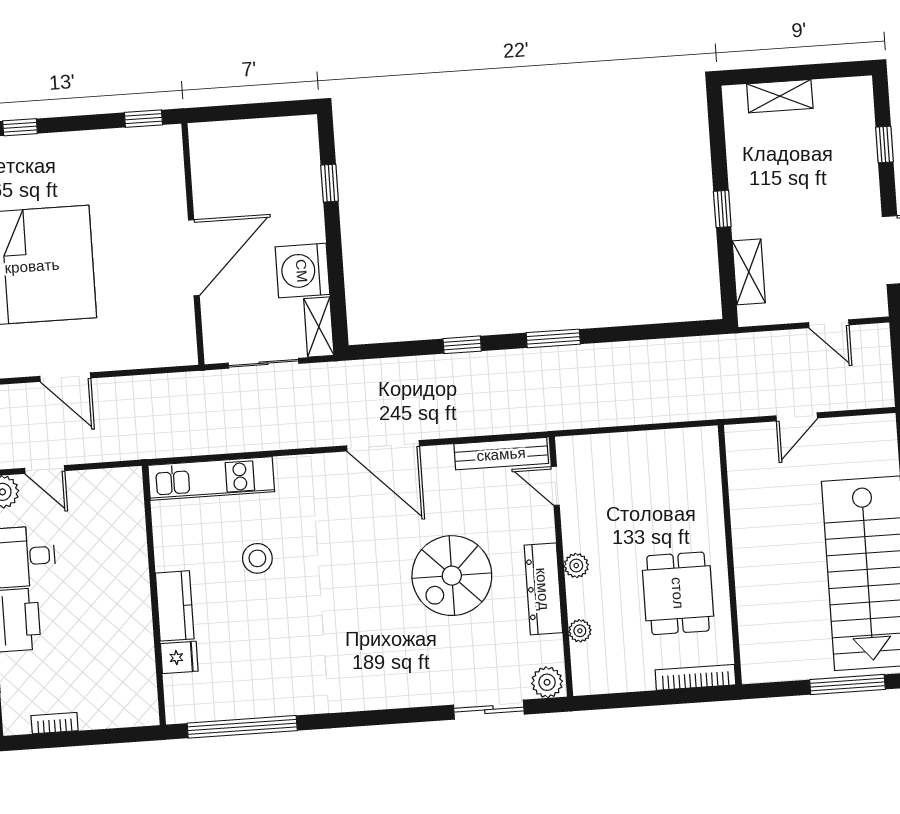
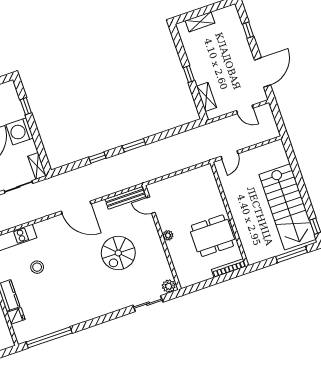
washing machine: (302, 271) -> (20, 131), moved
door: (797, 417) -> (230, 155), moved
dresser: (543, 589) -> (157, 248), removed
dining table: (678, 593) -> (212, 236), width x1.38
plant: (580, 631) -> (176, 262), removed

